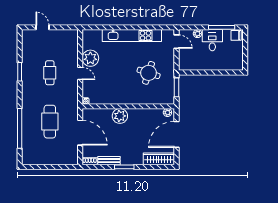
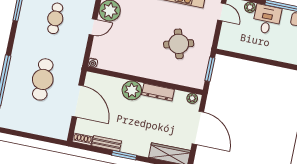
door: (80, 73) -> (93, 27), hinge flipped
round table: (149, 73) -> (179, 44), turned -33
dresser: (140, 113) -> (158, 92), added
door: (176, 134) -> (198, 128), swing flipped

